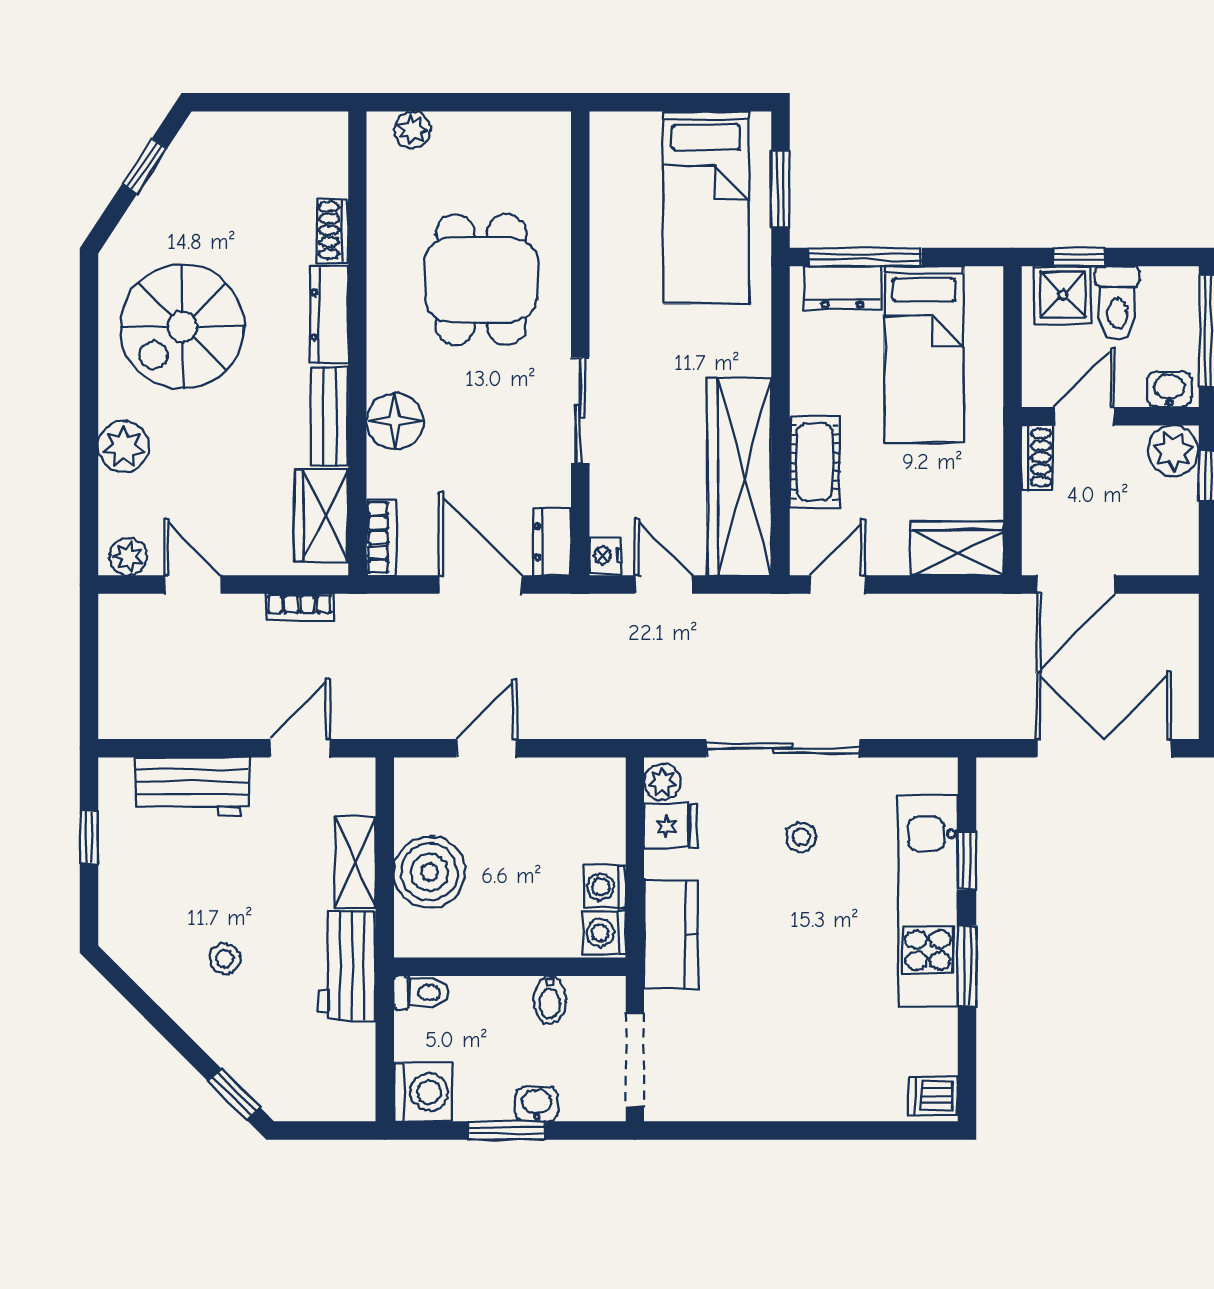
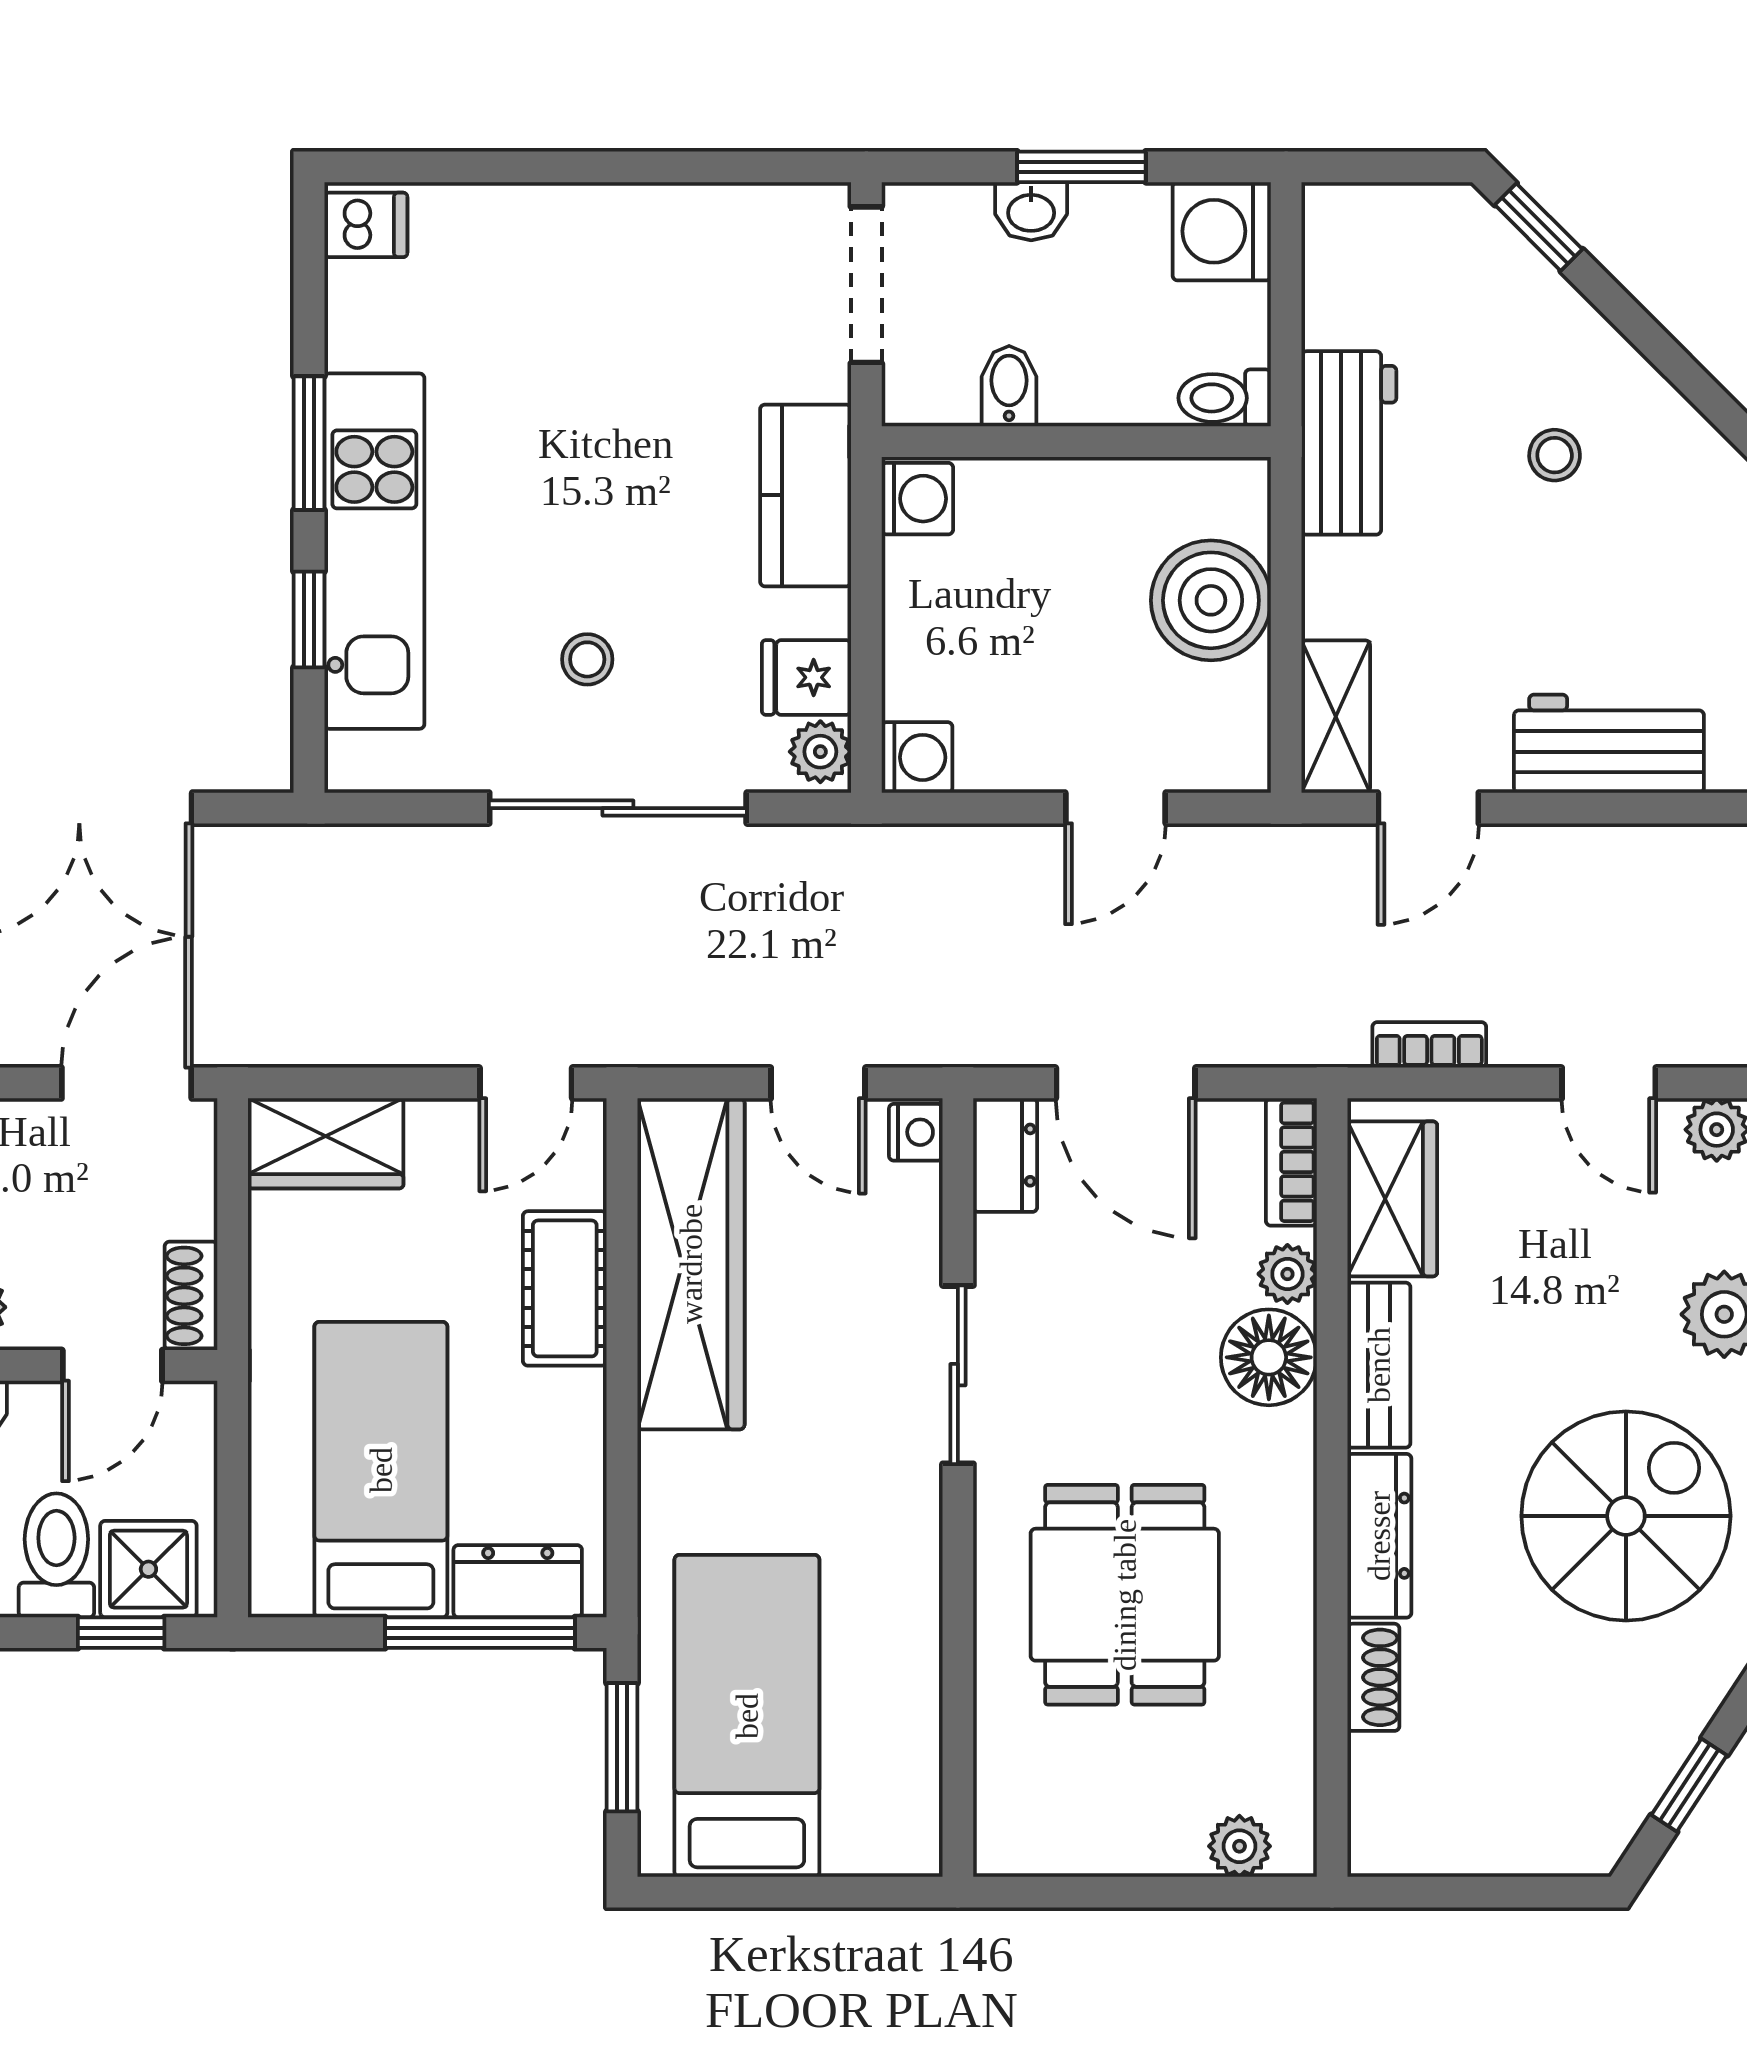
plant: (384, 471) -> (1287, 1274), added
shelving: (355, 862) -> (1336, 717), moved
washing machine: (605, 887) -> (917, 757), moved

